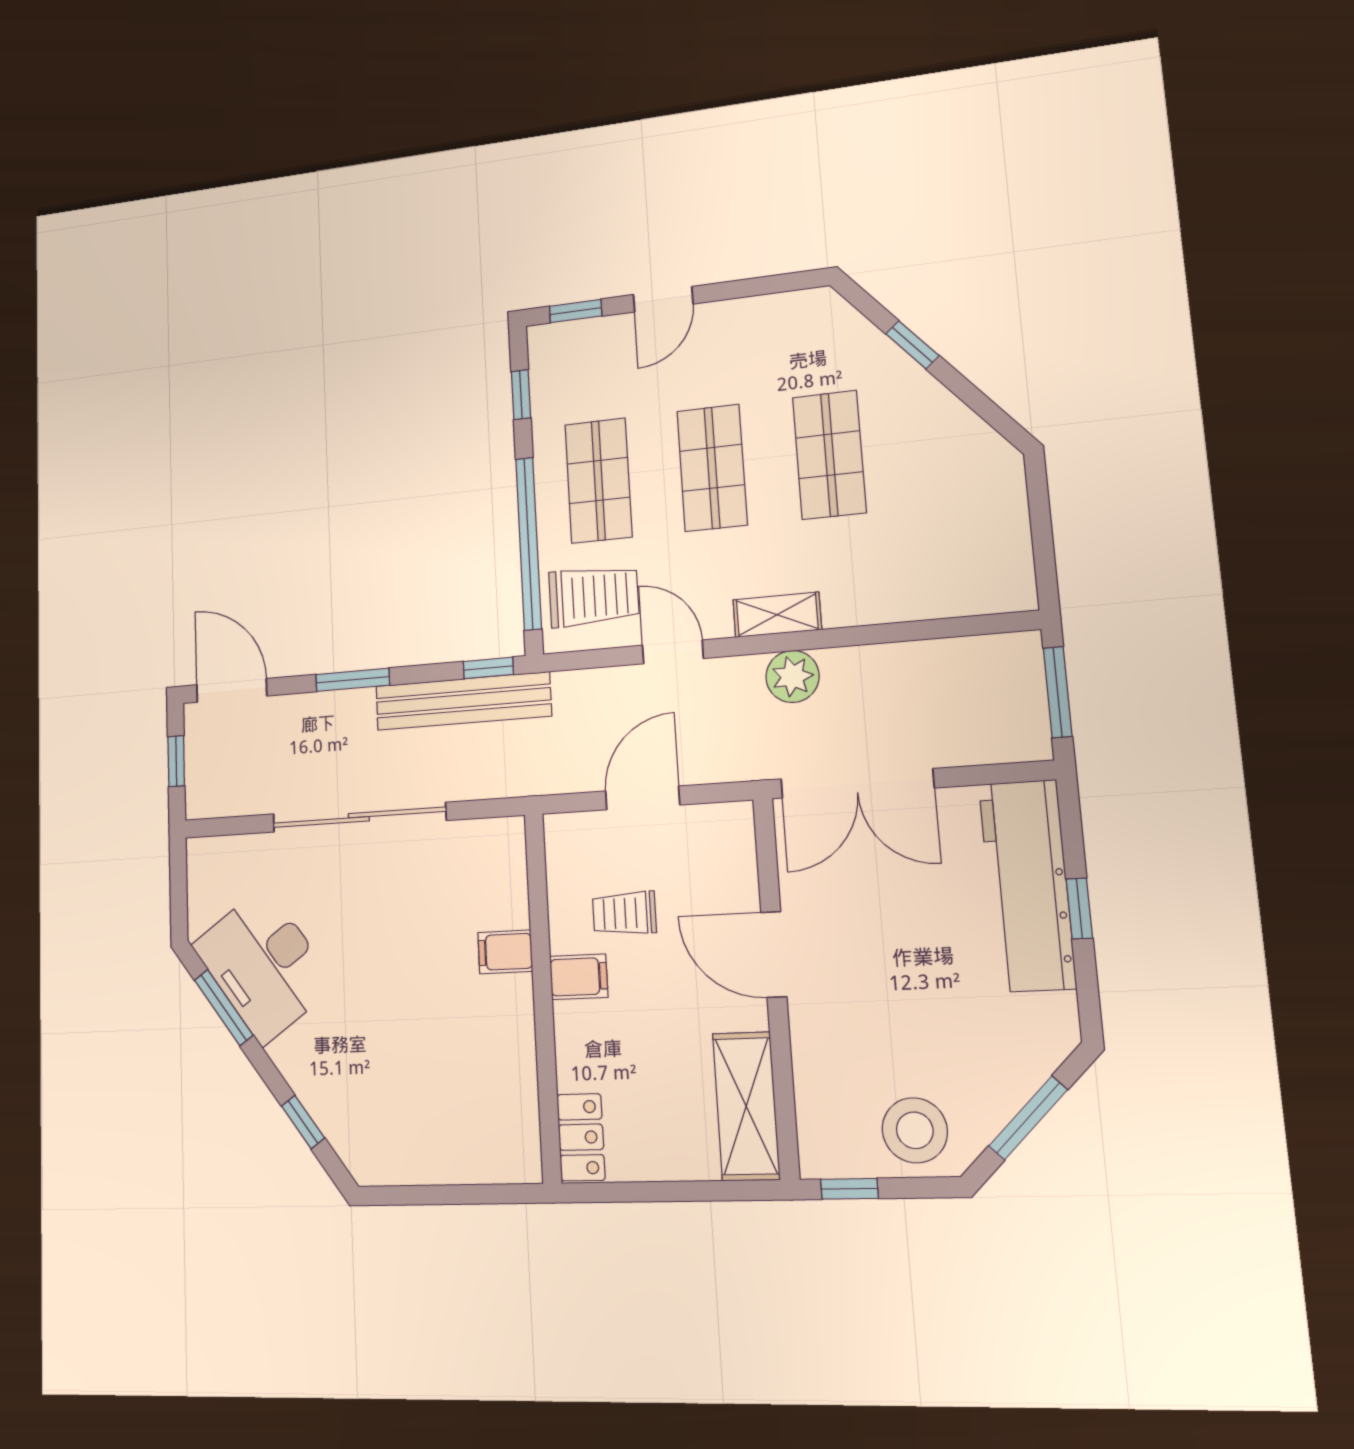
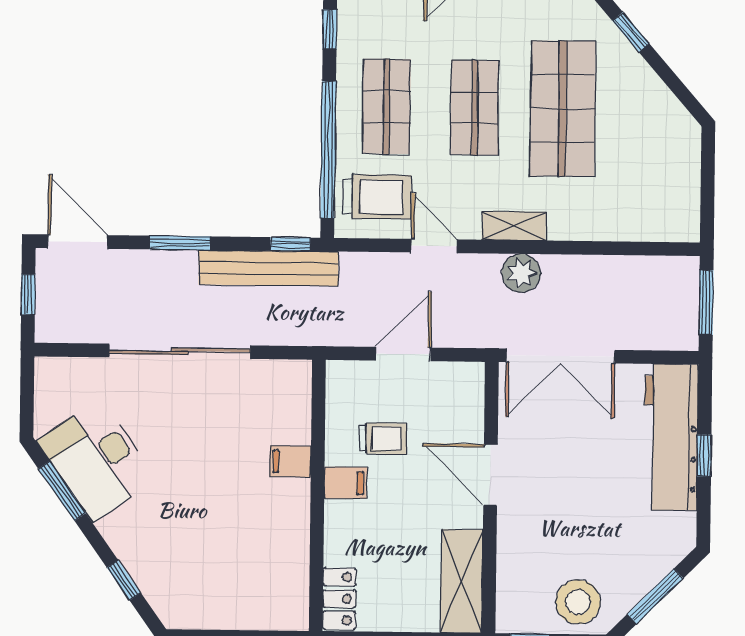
shop shelf: (829, 455) -> (563, 109), width x1.43, depth x1.36
trolley: (624, 913) -> (383, 438), turned 180

